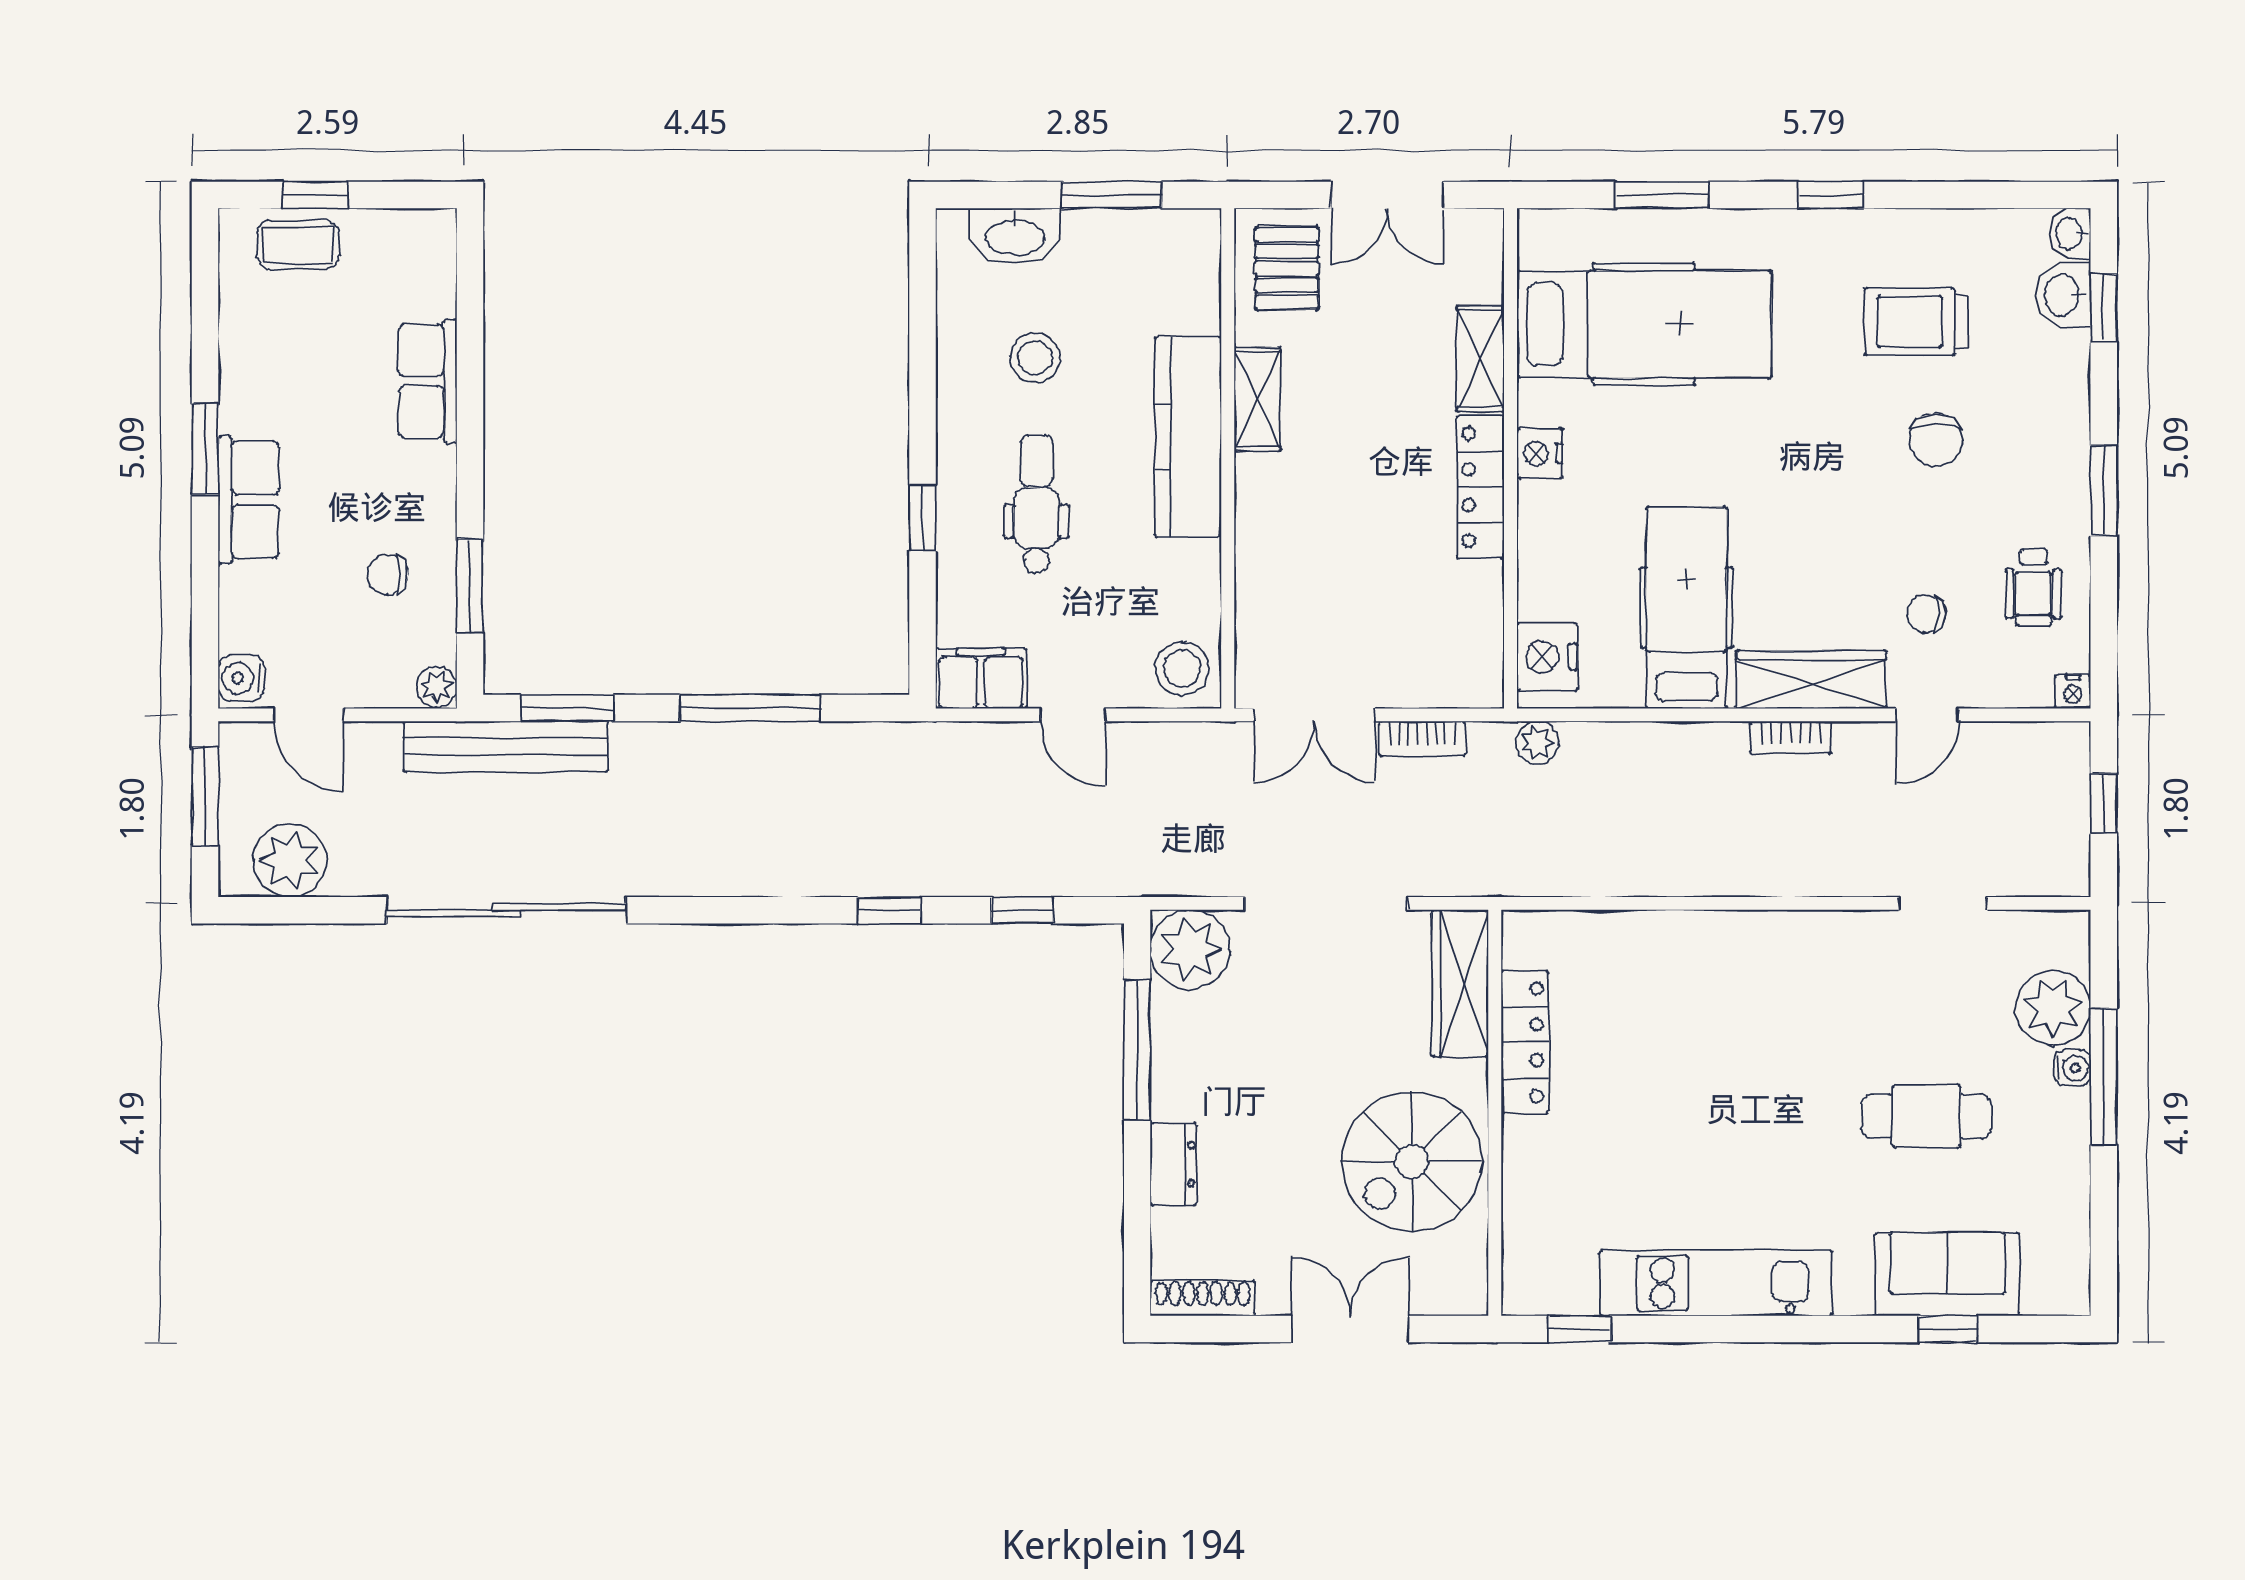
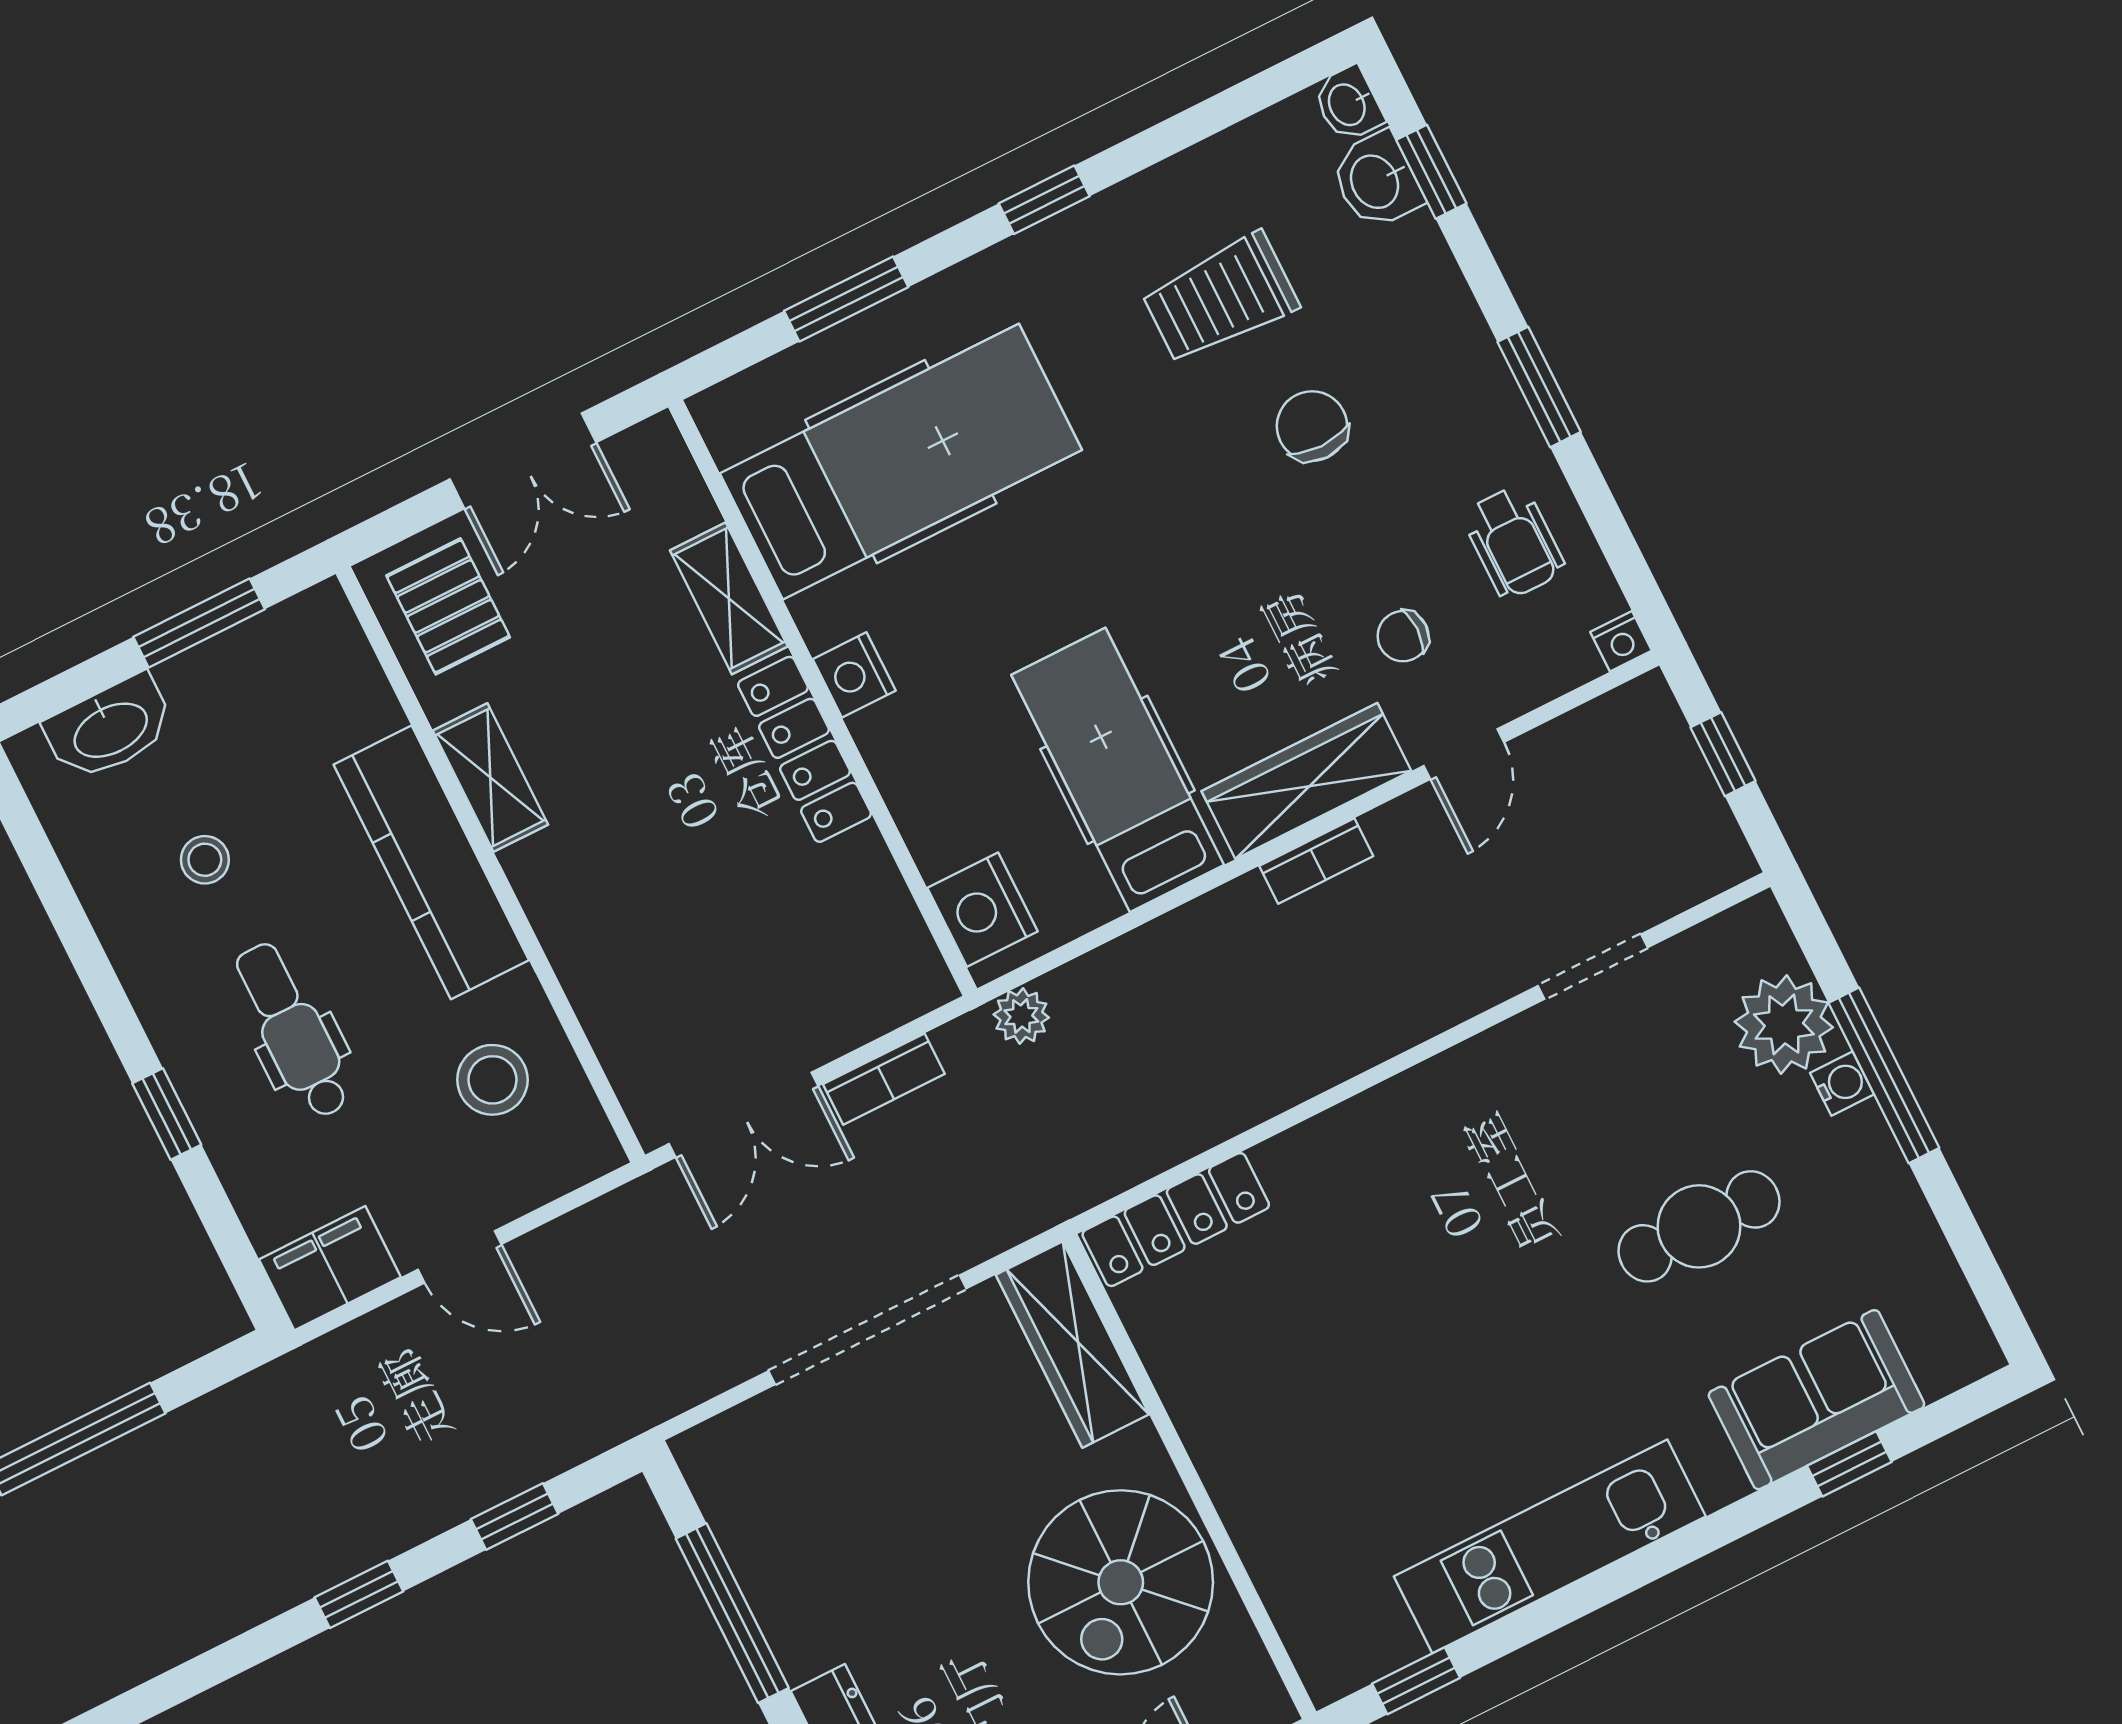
stool: (1035, 358) -> (205, 860), width x0.73, depth x0.73
chair: (1936, 440) -> (1312, 426), turned 180
stool: (1182, 668) -> (492, 1080), moved
plant: (1190, 949) -> (735, 1464), removed
locker: (1525, 1042) -> (1176, 1220), moved, turned 90

